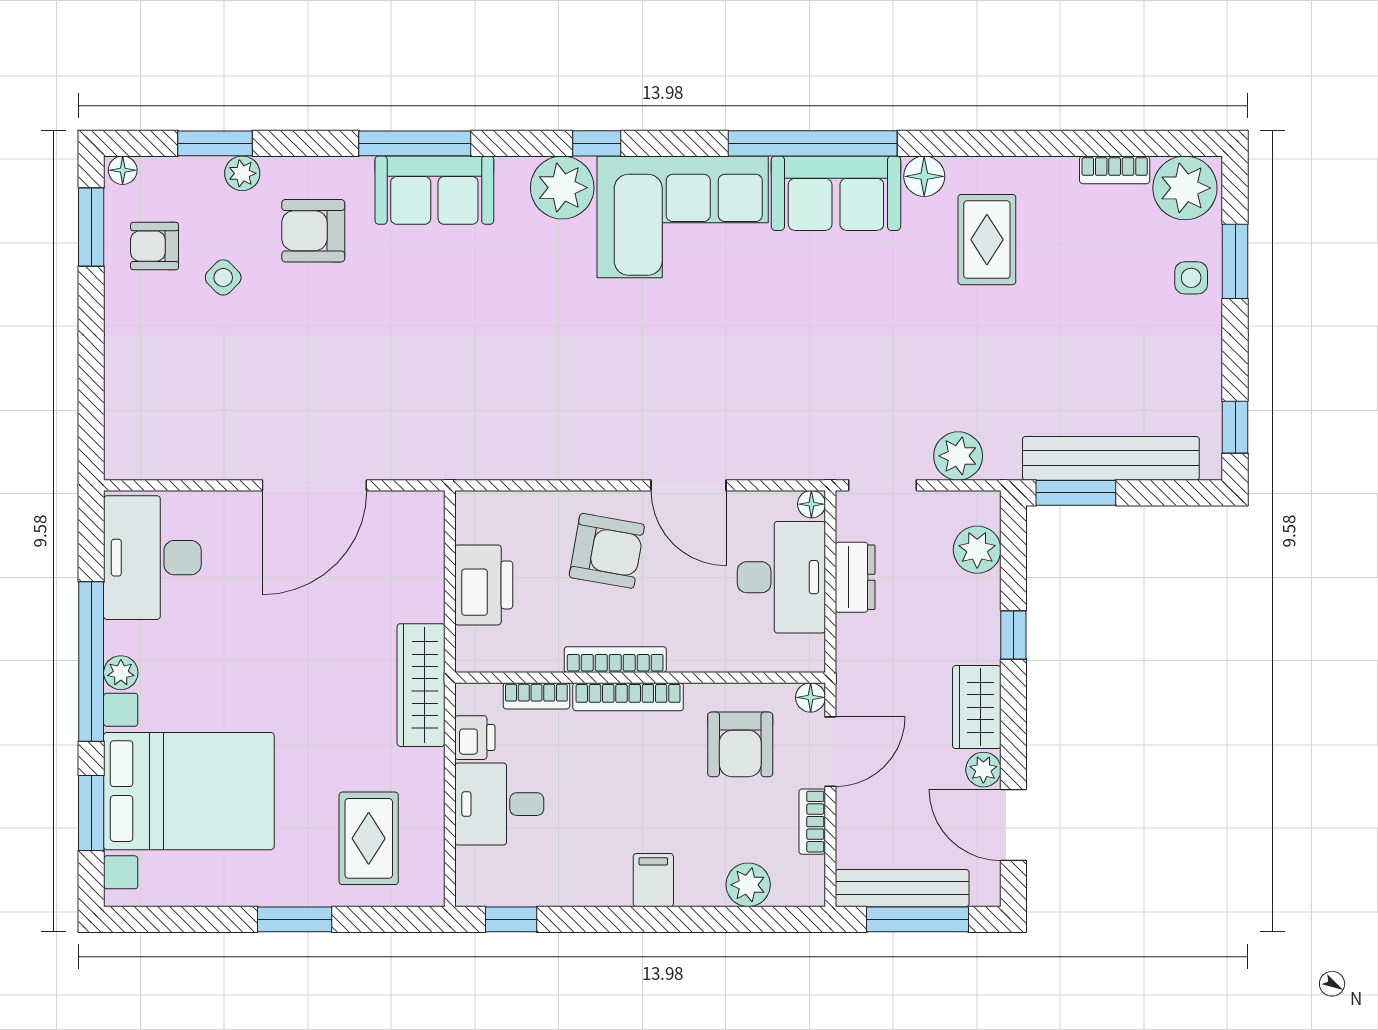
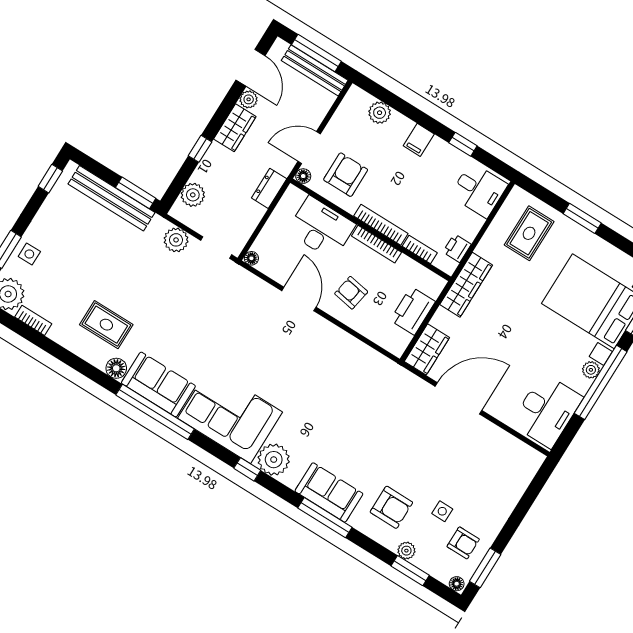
rug: (987, 240) -> (106, 325), turned 90
side table: (223, 277) -> (442, 511), turned 45
wardrobe: (419, 535) -> (427, 349), added
armchair: (607, 551) -> (351, 293), width x0.72, depth x0.72
desk: (781, 577) -> (321, 228), moved, turned 90
dresser: (855, 577) -> (269, 188), moved
desk: (499, 804) -> (479, 190), moved
bookcase: (812, 822) -> (335, 123), removed
window: (511, 919) -> (463, 144), moved

